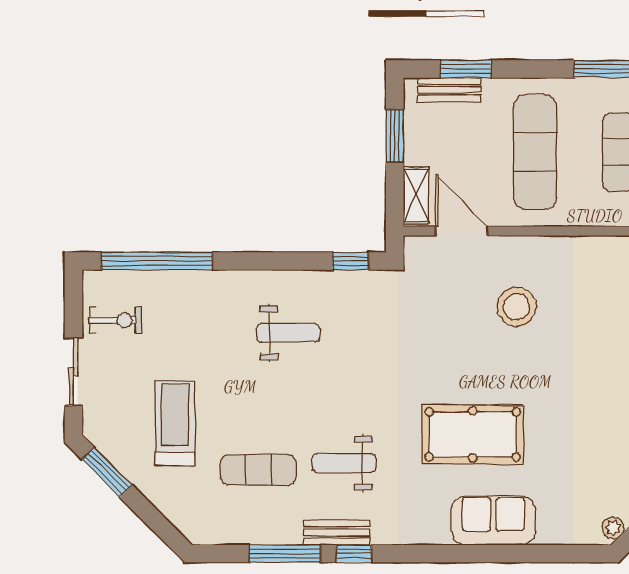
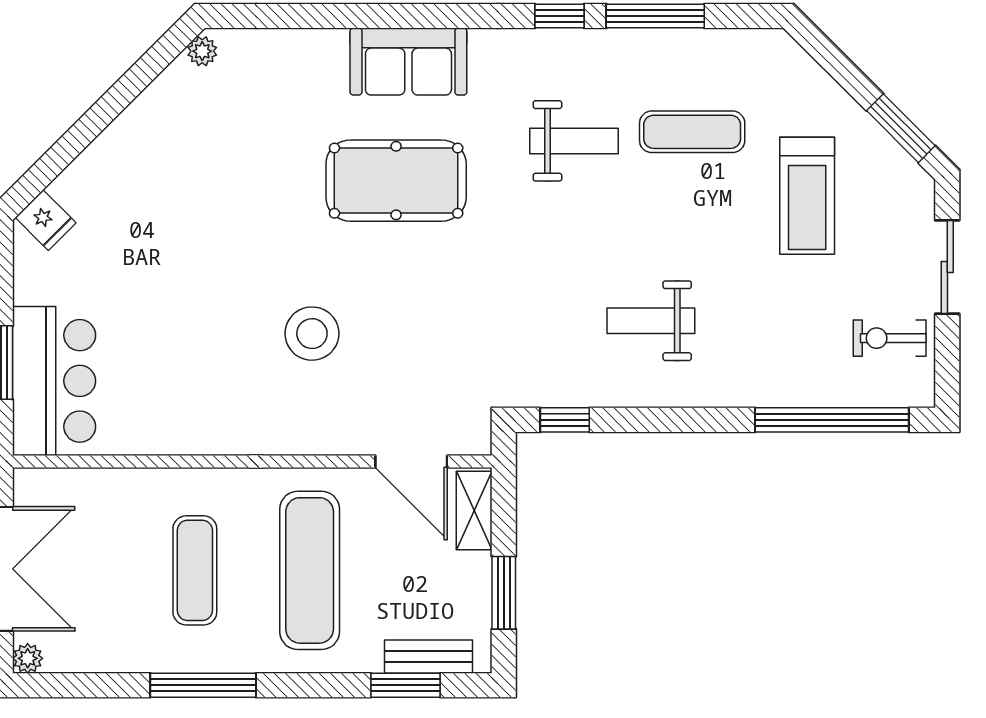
stool: (517, 307) -> (312, 334), moved
sofa: (493, 521) -> (408, 61), moved
bench: (337, 532) -> (583, 45), removed

